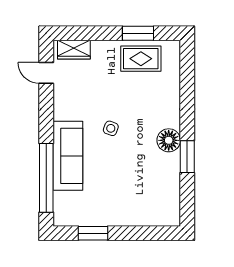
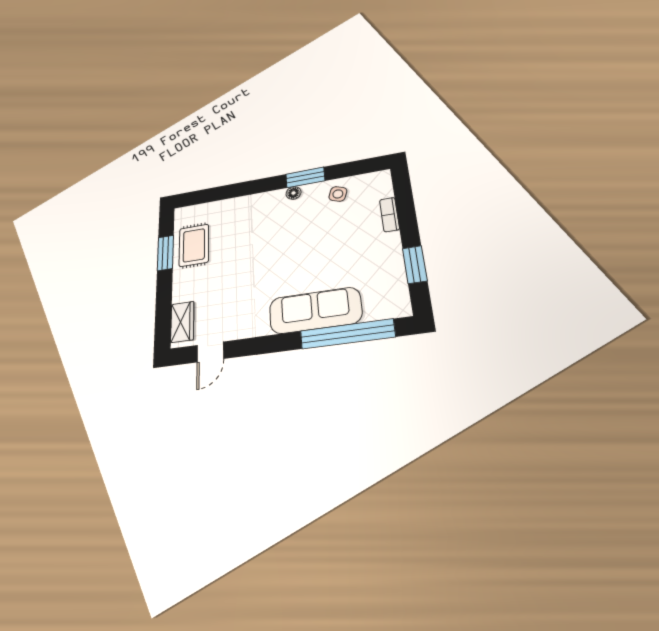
side table: (111, 128) -> (338, 194), moved
floor lamp: (169, 140) -> (293, 193), width x0.53, depth x0.53
bookcase: (139, 220) -> (390, 215), added

